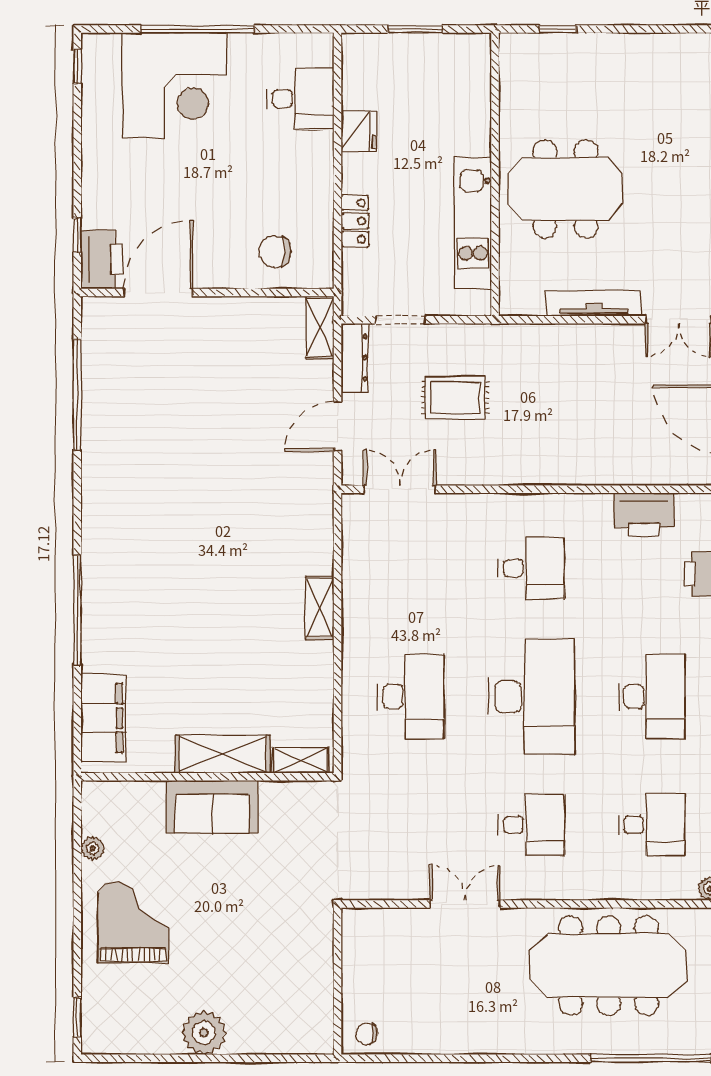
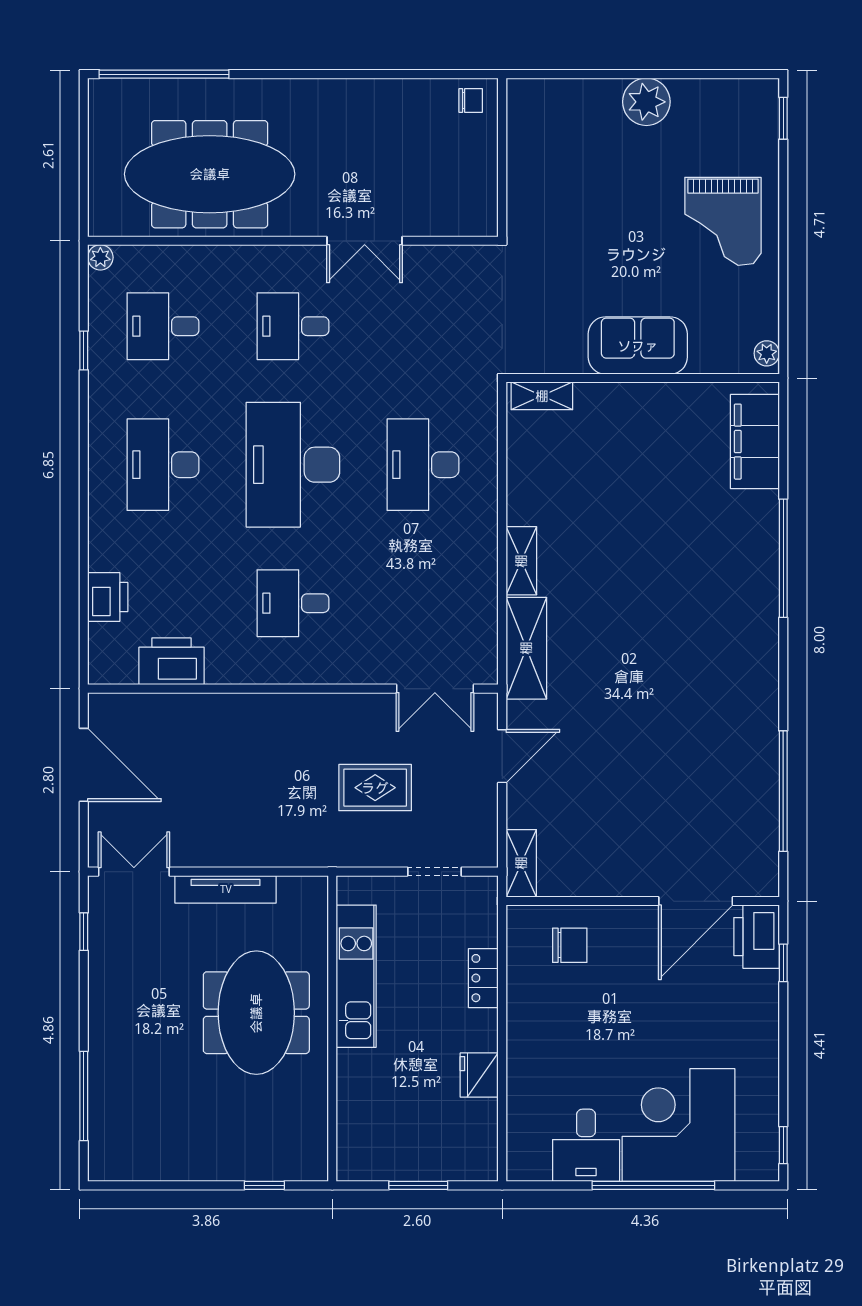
desk: (300, 99) -> (586, 1145), moved, turned -90
meeting table: (565, 189) -> (256, 1013), turned 90
dresser: (355, 358) -> (484, 831), removed
shelving: (223, 754) -> (526, 648), moved, turned 90
plant: (93, 848) -> (767, 353), moved

